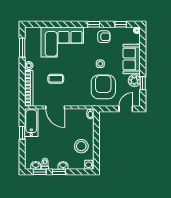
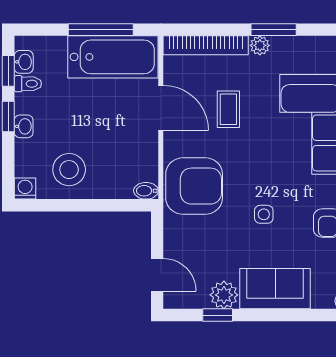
window: (22, 48) -> (274, 30), moved
armchair: (103, 87) -> (194, 186), moved
door: (55, 107) -> (161, 108), swing flipped
bathtub: (31, 123) -> (113, 57), width x1.36, depth x1.36
window: (22, 133) -> (101, 30), width x2.17

